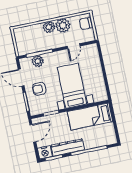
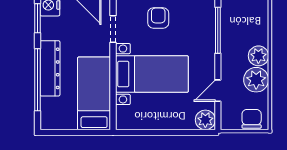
door: (74, 46) -> (218, 91), hinge flipped
plant: (38, 61) -> (205, 120), moved
dresser: (68, 147) -> (50, 68), moved

